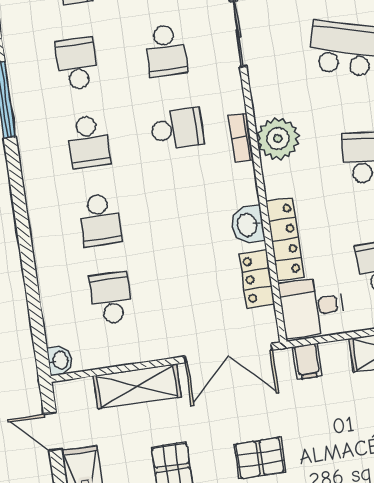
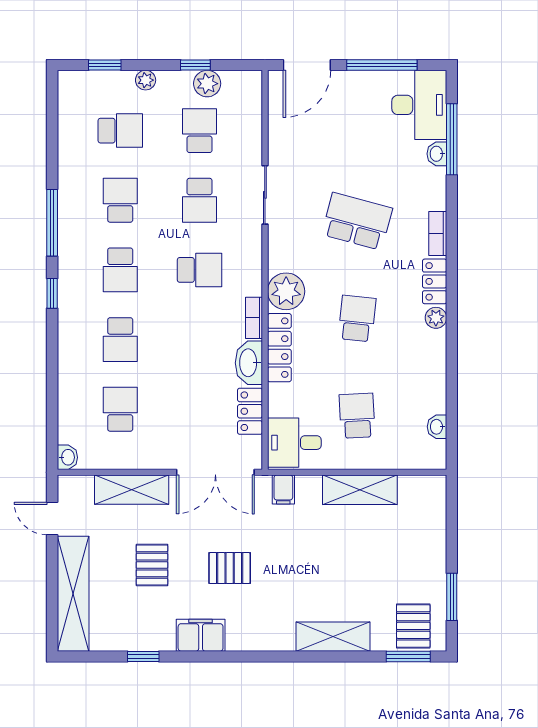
bookcase: (241, 137) -> (254, 318), moved
window: (16, 179) -> (52, 293), added
washbasin: (248, 225) -> (249, 363), width x1.38
locker: (285, 239) -> (279, 348), moved

